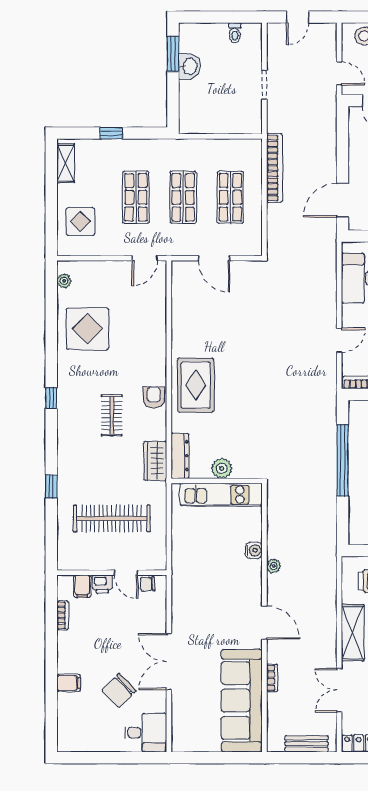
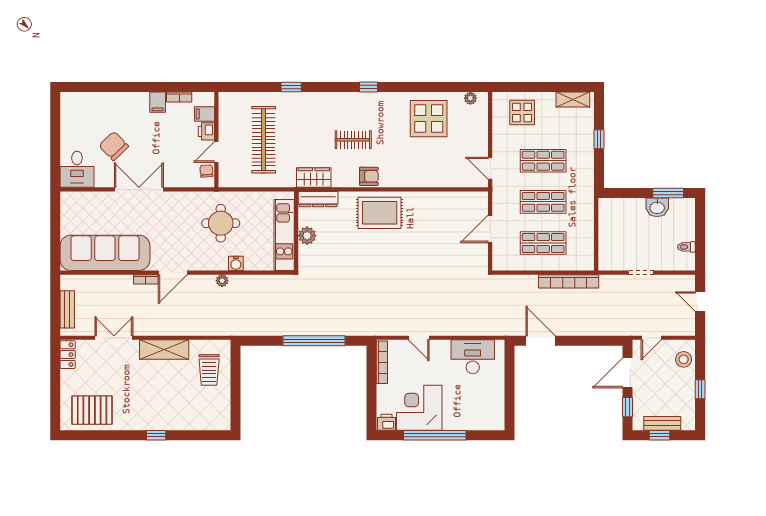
round table: (208, 568) -> (221, 223), added
bookcase: (272, 678) -> (146, 279), moved
filing cabinet: (69, 683) -> (158, 102), moved

